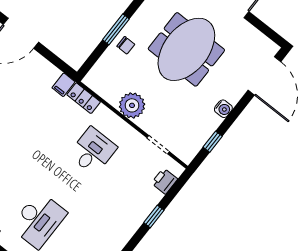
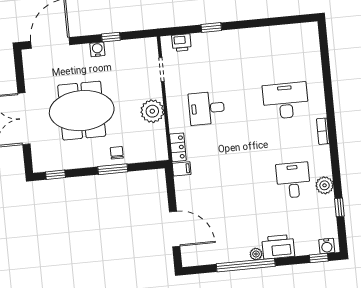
window: (213, 142) -> (111, 37), moved

